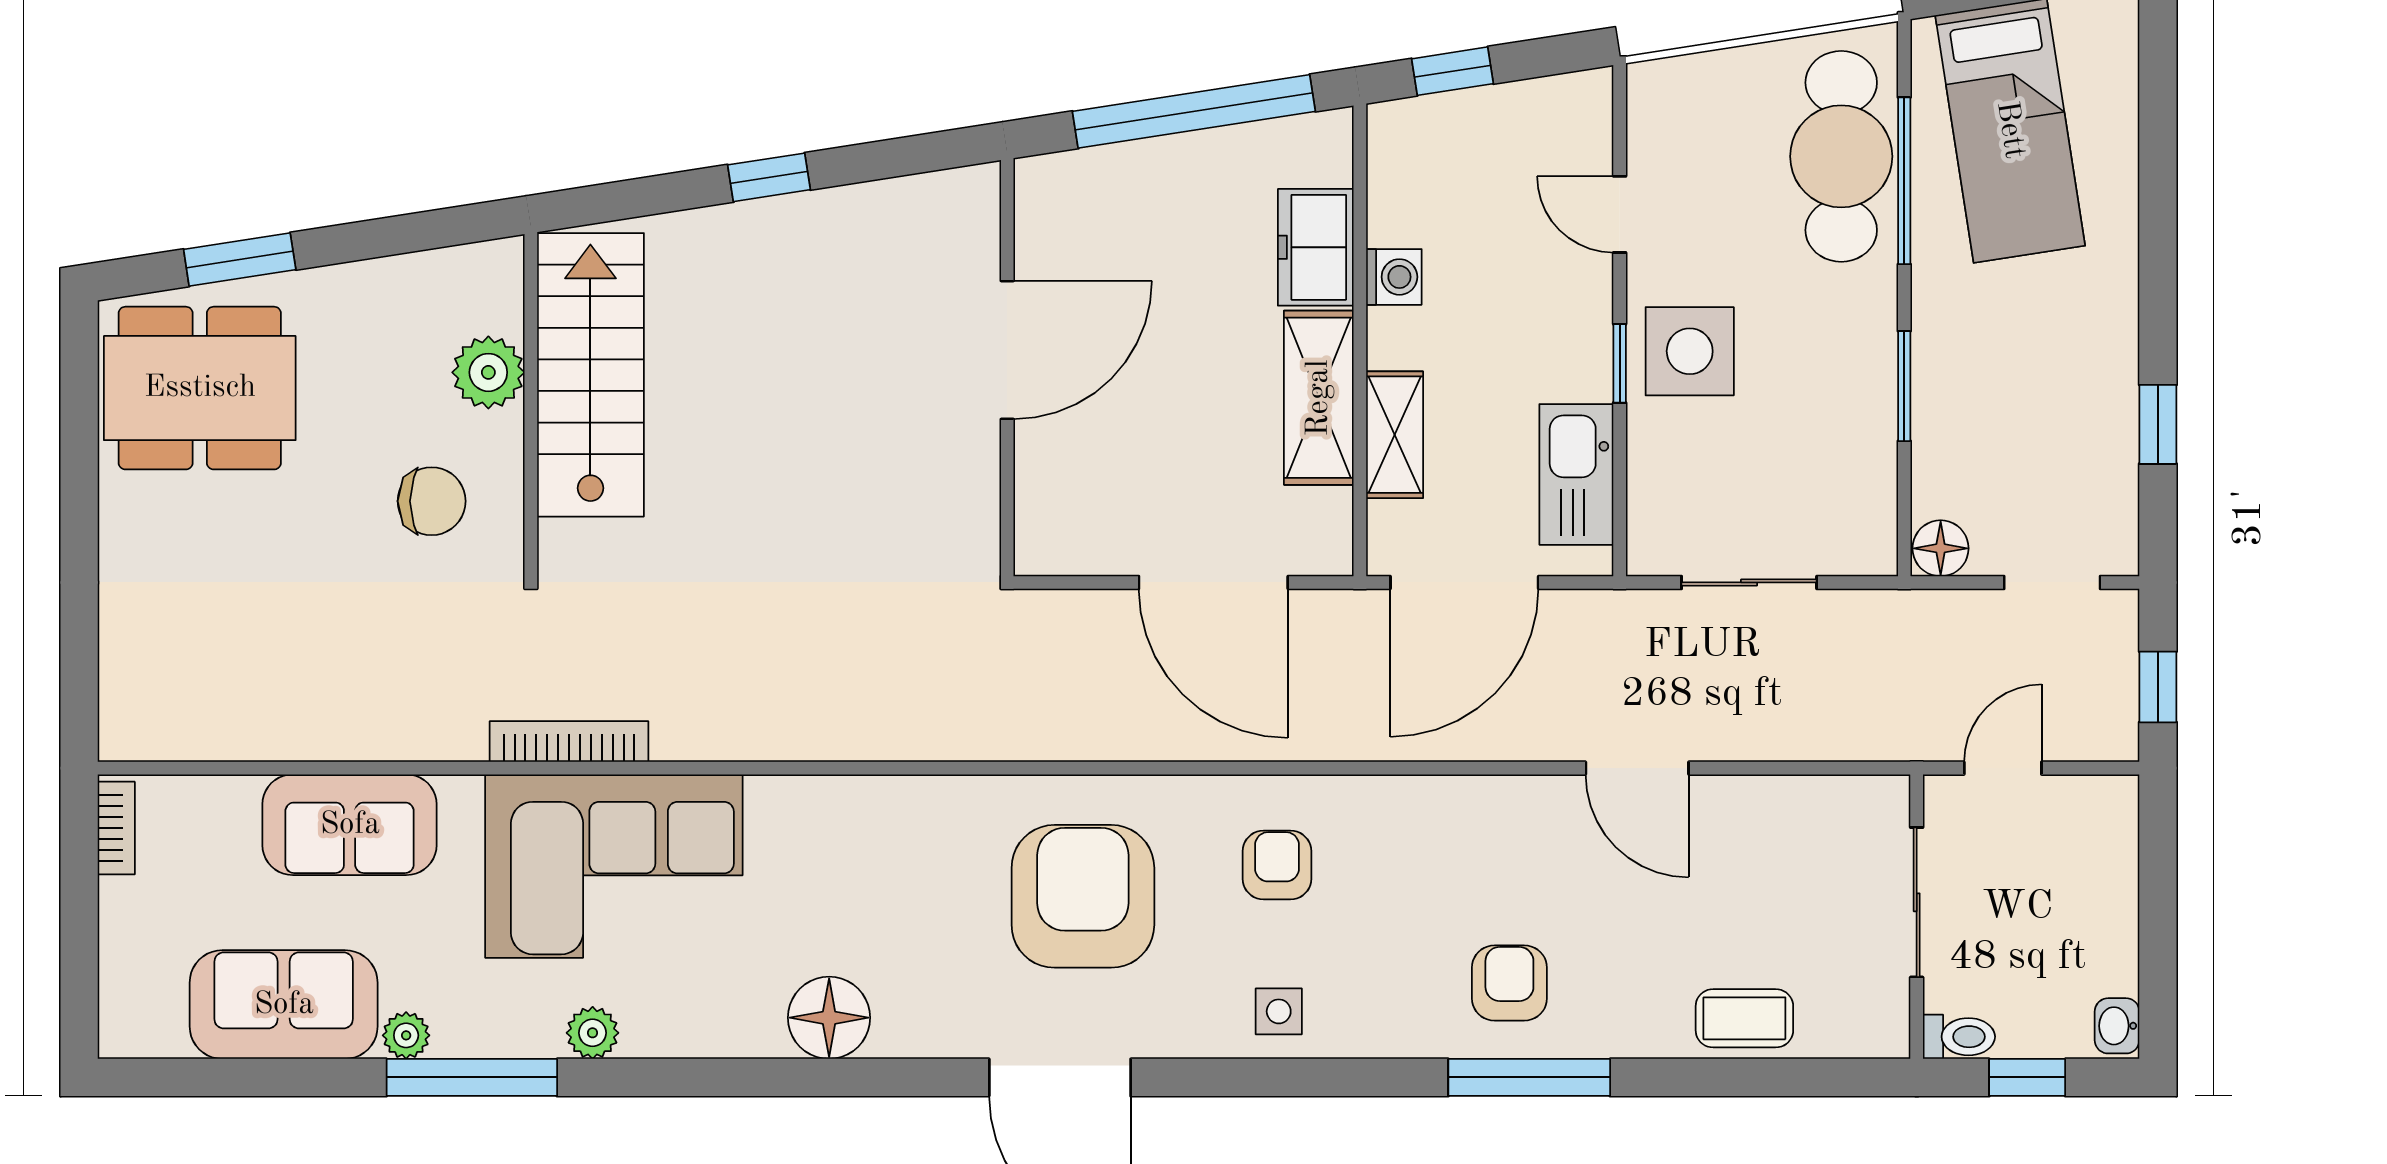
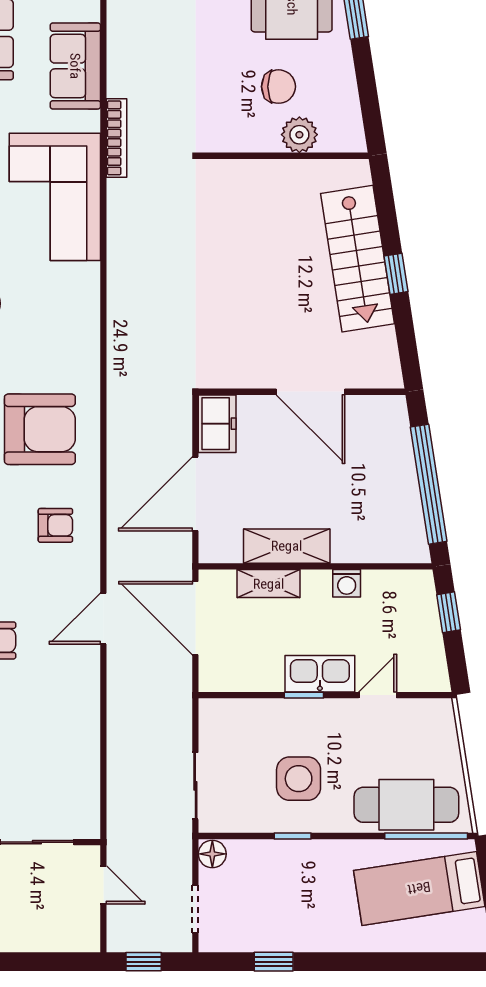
window: (1904, 181) -> (426, 836), moved
freezer: (1316, 247) -> (217, 424), moved, turned 90
side table: (1690, 351) -> (299, 779), moved
stairs: (590, 375) -> (358, 259), moved, turned 81
window: (1904, 386) -> (293, 836), width x0.67
kitchen sink: (1576, 474) -> (320, 674), moved
chair: (432, 501) -> (278, 87), moved, turned -90
sliding door: (1749, 582) -> (195, 786), moved
bookcase: (569, 742) -> (117, 138), moved
door: (1637, 768) -> (103, 619), moved

